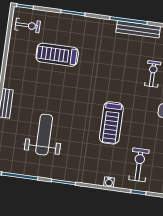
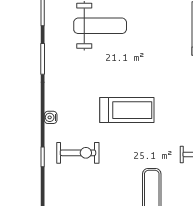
treadmill: (111, 123) -> (127, 110), turned 180

